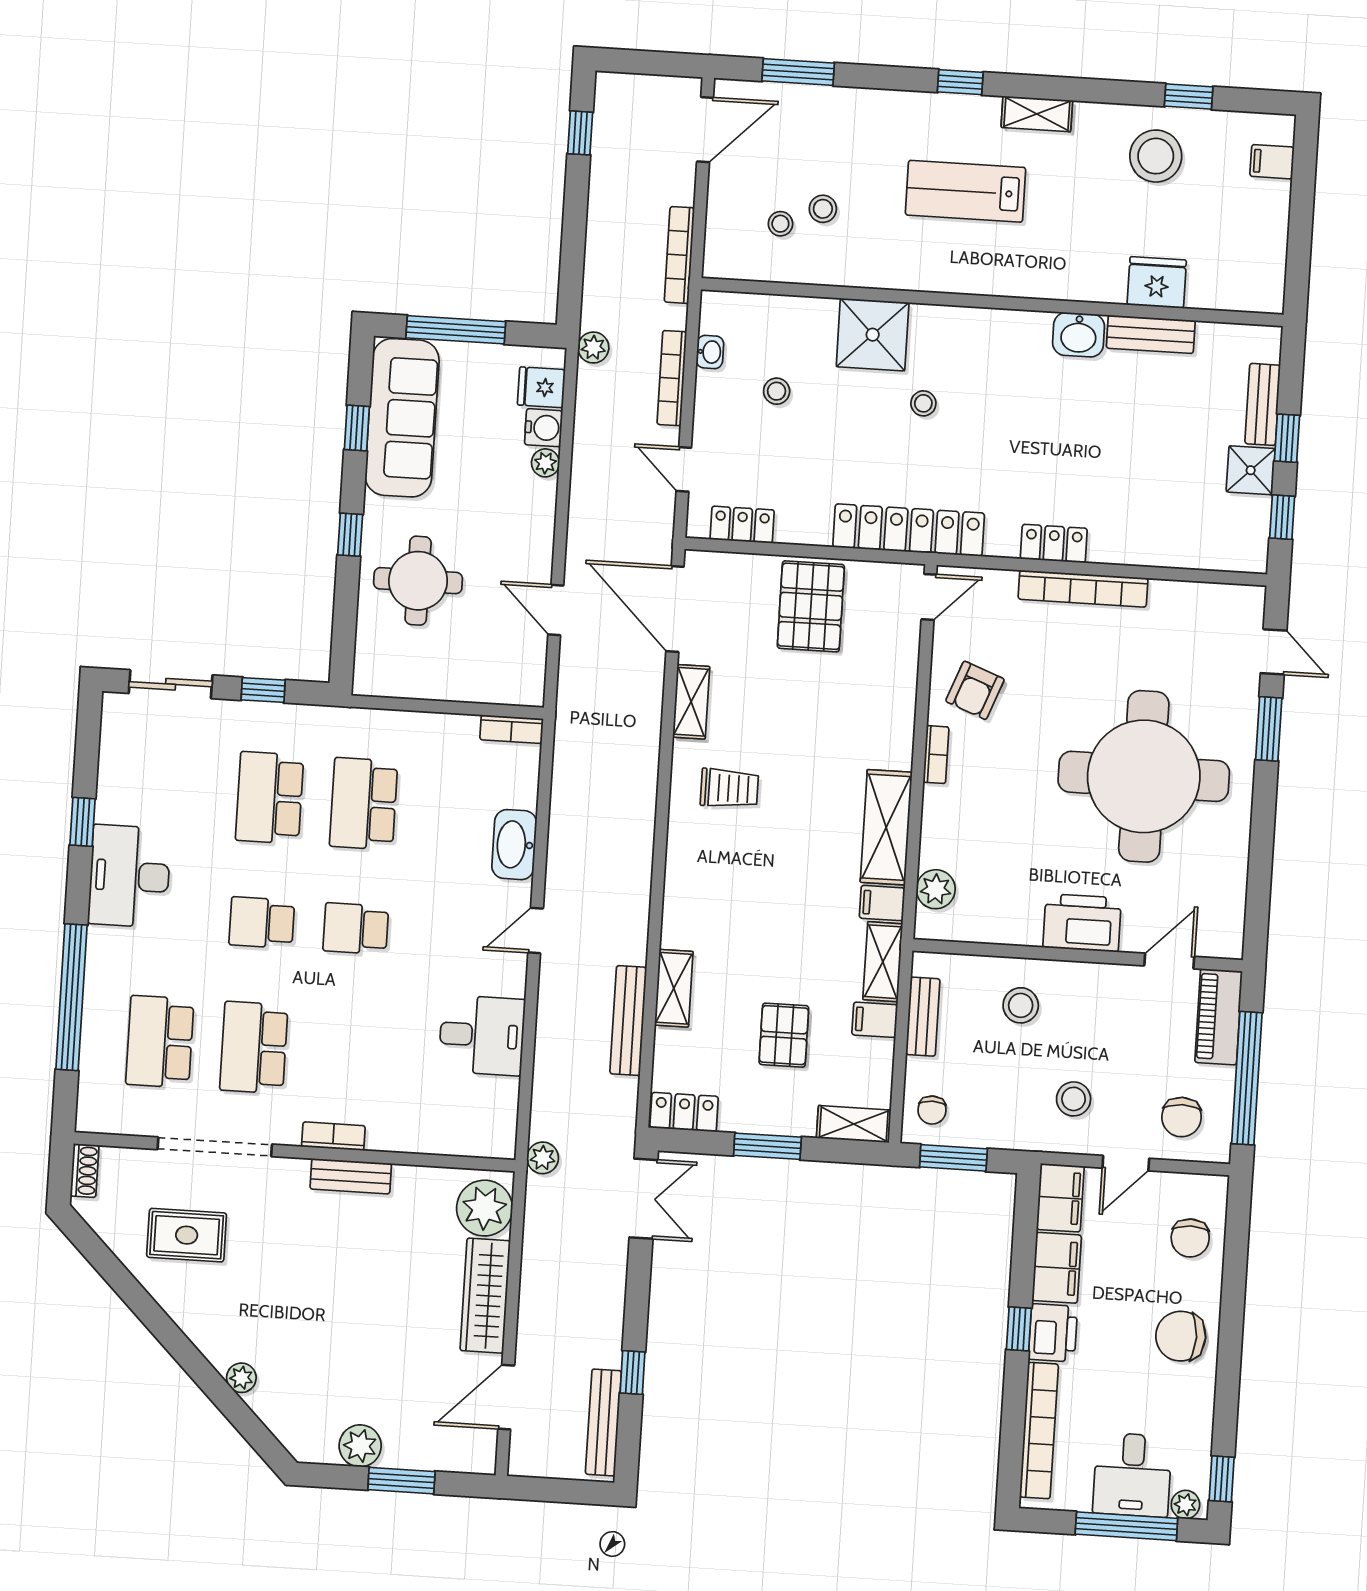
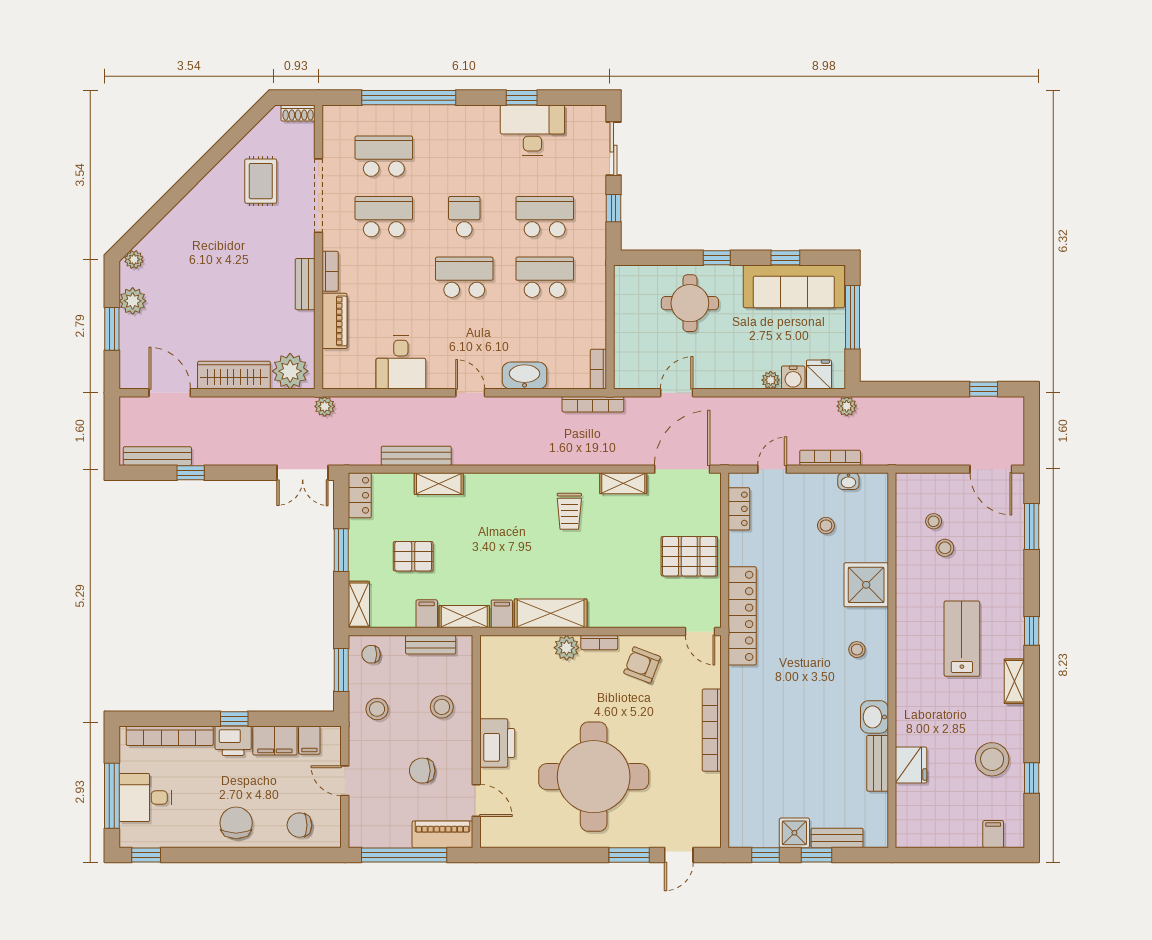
bookcase: (679, 255) -> (593, 404), moved, turned 180
stool: (923, 403) -> (857, 650), moved
locker: (1054, 544) -> (739, 710), removed
desk: (129, 876) -> (532, 130), moved
plant: (936, 889) -> (567, 648), moved
school desk: (356, 929) -> (464, 277), width x1.85
stool: (1074, 1099) -> (377, 709), moved
chair: (1182, 1117) -> (422, 771), moved
piano: (411, 1134) -> (335, 321), added
filing cabinet: (1060, 1198) -> (309, 740), width x0.50
plant: (241, 1378) -> (134, 259), moved
plant: (1185, 1505) -> (128, 833), removed

